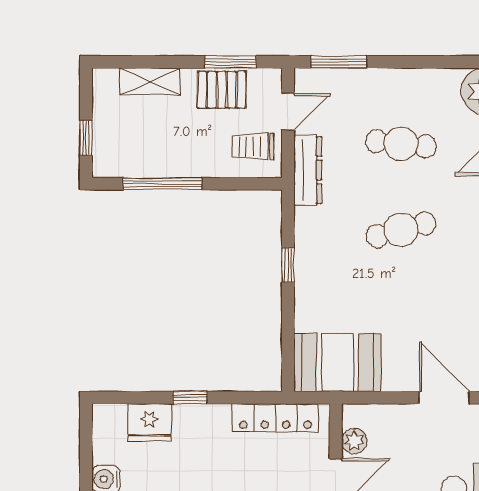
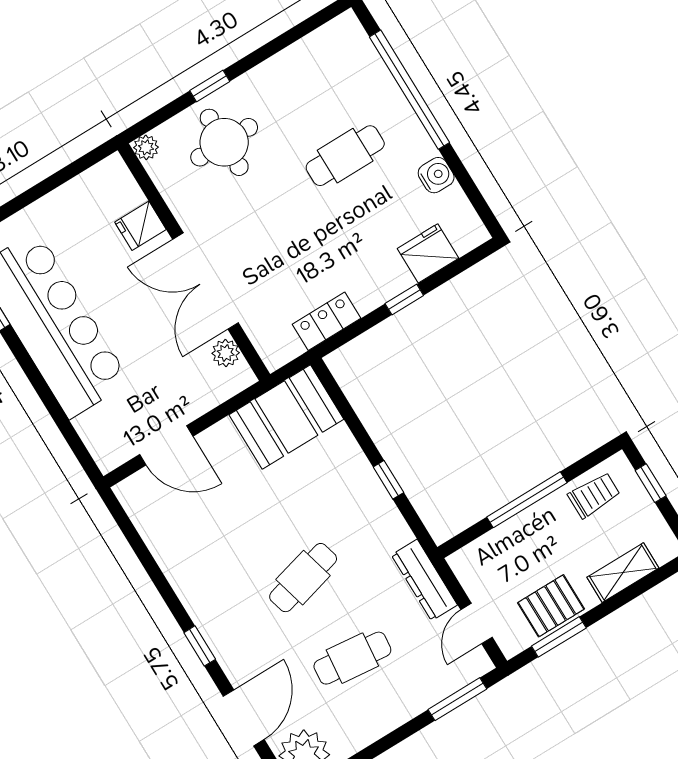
trolley: (253, 146) -> (594, 495), moved
window: (162, 184) -> (527, 500), moved
locker: (275, 418) -> (327, 321), width x0.66

